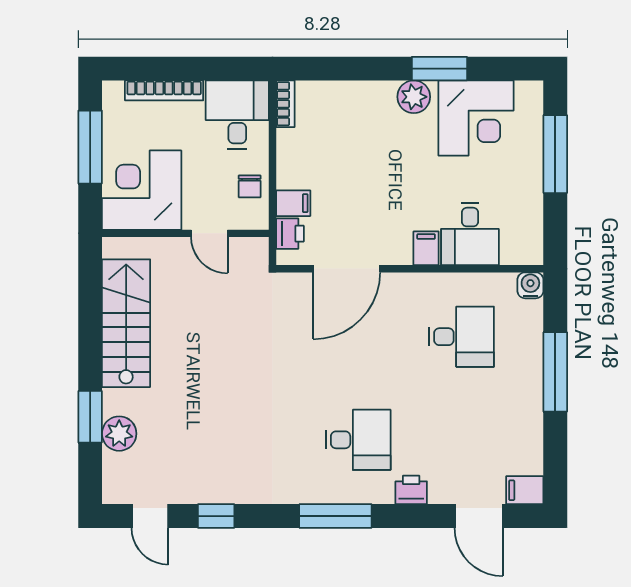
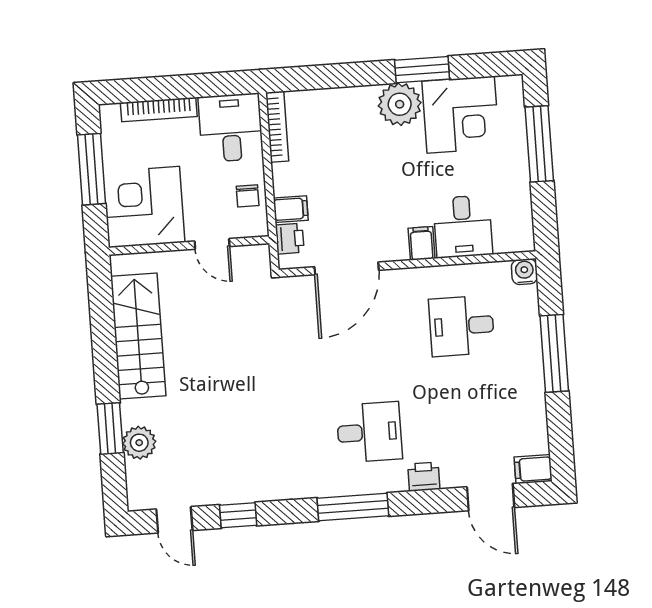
plant: (414, 97) -> (400, 104), width x1.36, depth x1.36
bookcase: (285, 104) -> (277, 127), width x1.56
desk: (461, 337) -> (462, 326), turned 180

